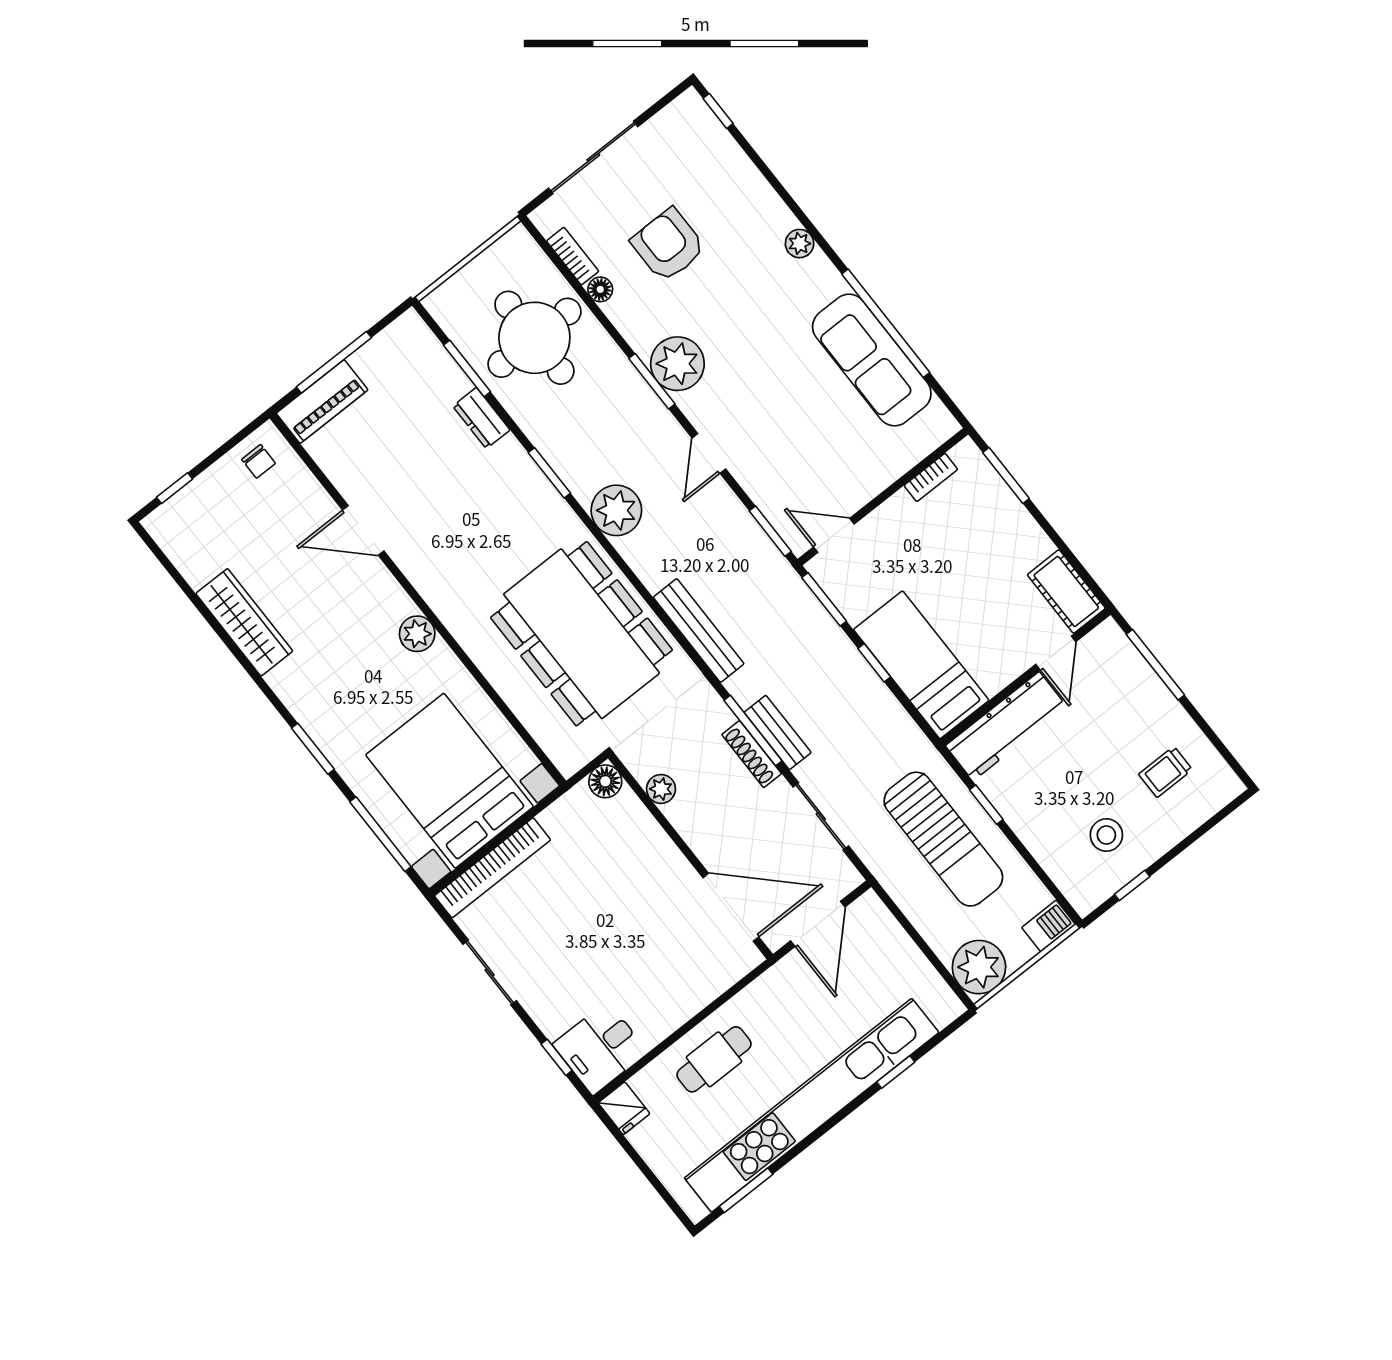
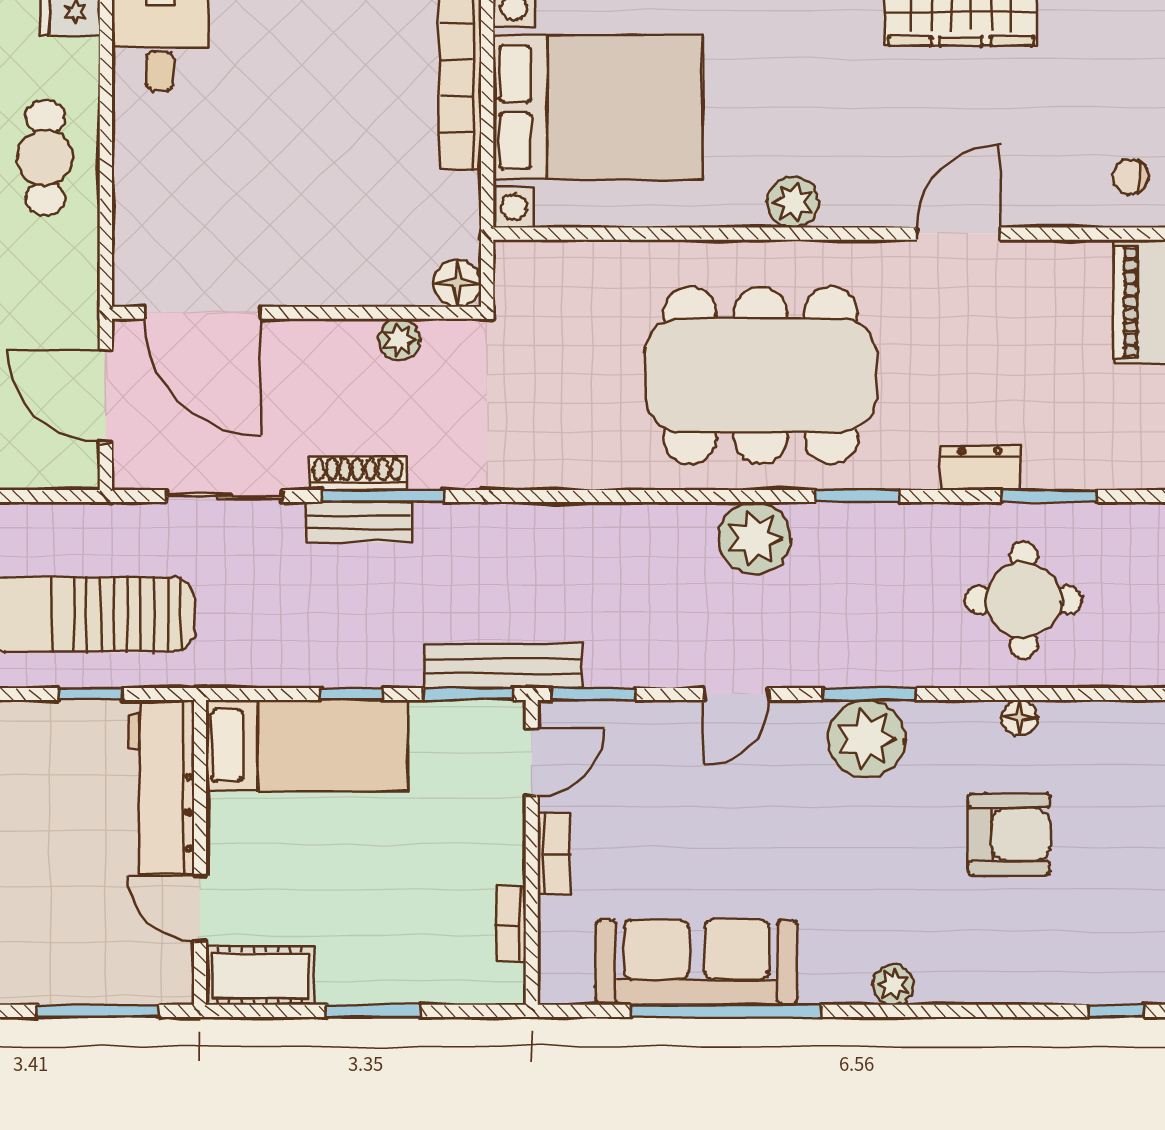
bookcase: (573, 256) -> (554, 854), moved, turned -90
round table: (534, 338) -> (1024, 600), width x0.73, depth x0.73
door: (709, 453) -> (736, 694), swing flipped
window: (1006, 475) -> (373, 1011), moved
bench: (699, 631) -> (503, 666), moved
dining table: (582, 634) -> (761, 375), moved
door: (731, 907) -> (202, 313), hinge flipped

